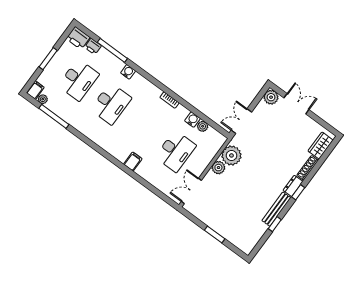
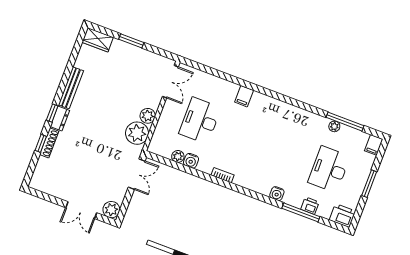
printer: (93, 46) -> (310, 206), moved
plant: (43, 99) -> (334, 126), moved
desk: (111, 104) -> (286, 153), removed
wardrobe: (321, 146) -> (98, 40), moved, turned 90
window: (275, 224) -> (41, 143), moved

